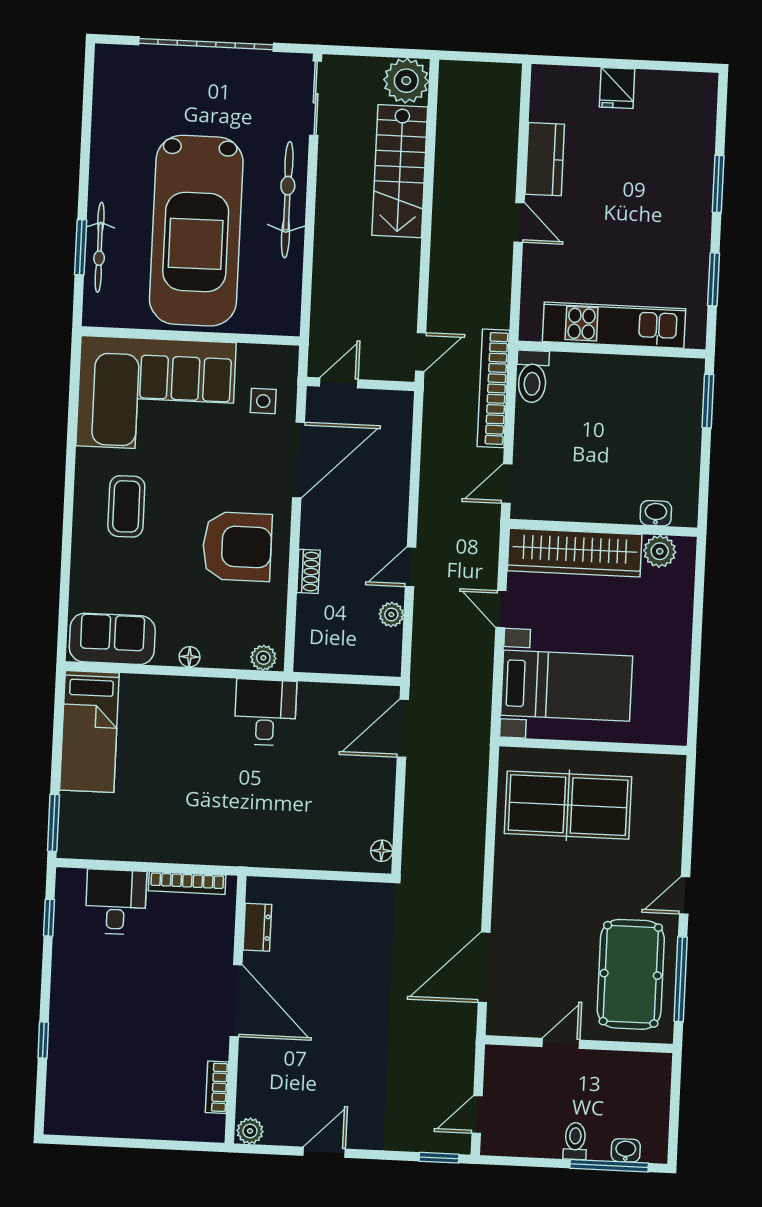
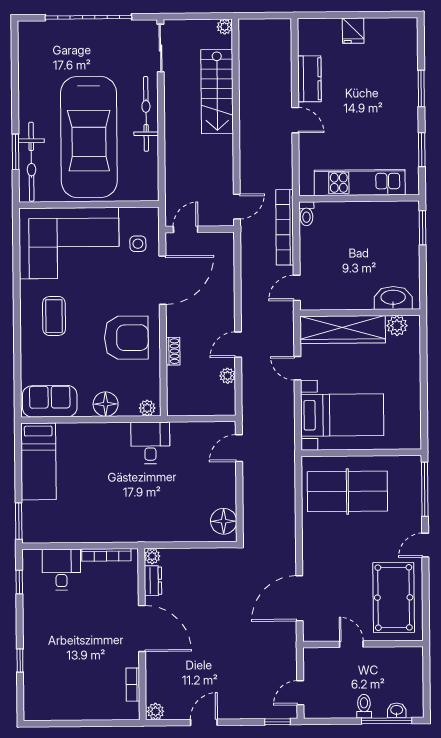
plant: (406, 81) -> (225, 27), width x0.53, depth x0.53
bicycle: (100, 247) -> (31, 162), width x1.37, depth x1.40
toilet: (532, 377) -> (306, 214), width x0.73, depth x0.72
washbasin: (656, 513) -> (393, 298), width x1.91, depth x1.45
floor lamp: (190, 657) -> (106, 404), width x1.89, depth x1.89
door: (403, 728) -> (239, 448), width x0.73
floor lamp: (382, 851) -> (224, 521), width x1.89, depth x1.89
plant: (258, 889) -> (152, 556), added
window: (681, 979) -> (425, 489), moved
door: (561, 1043) -> (351, 644), hinge flipped

